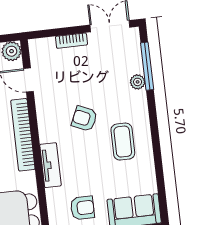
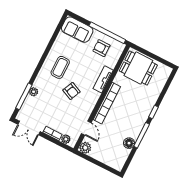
plant: (47, 45) -> (66, 139), added

